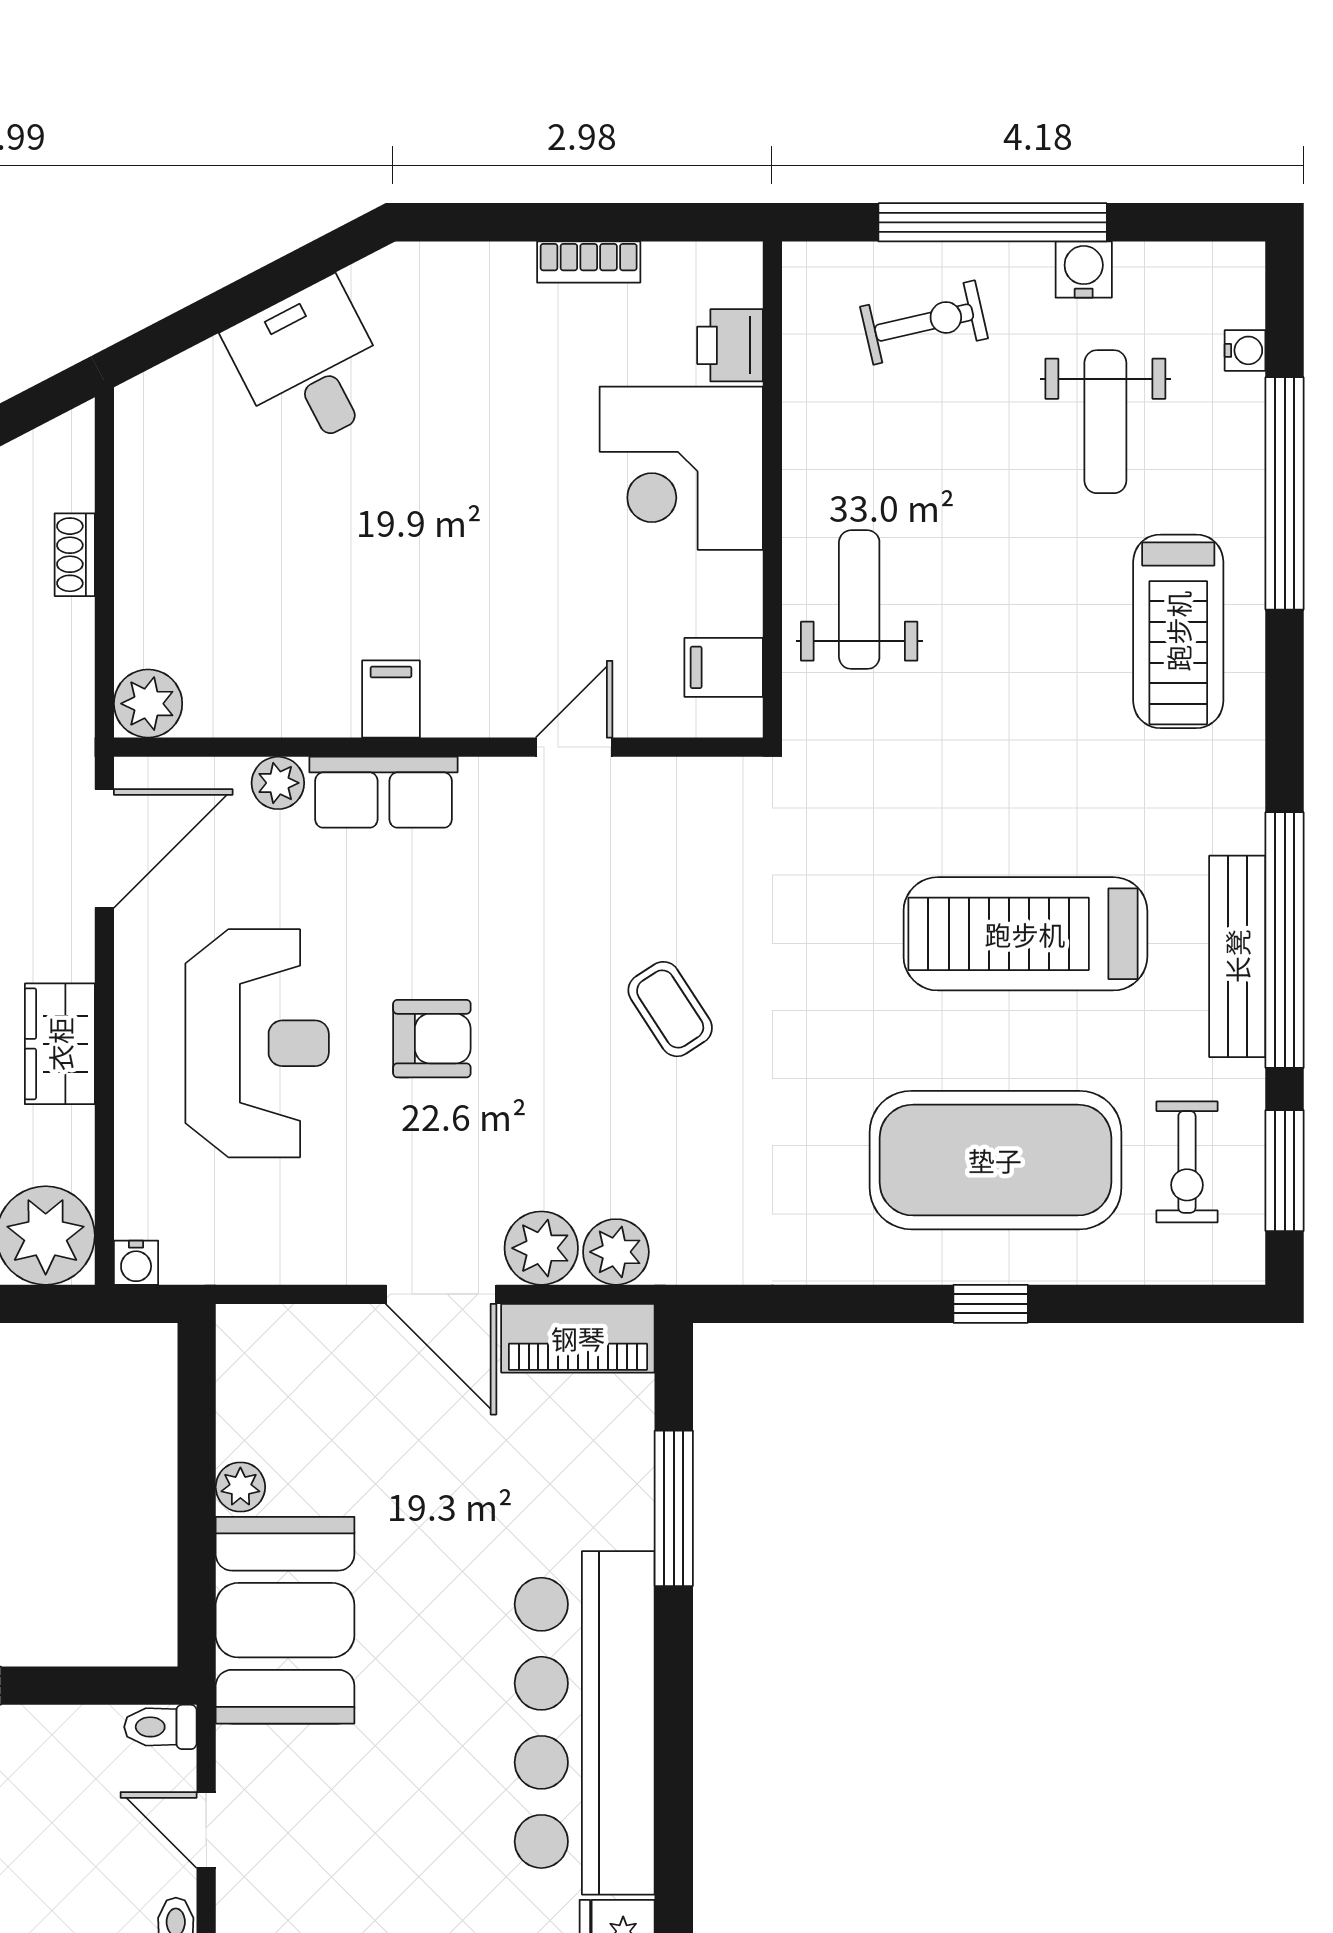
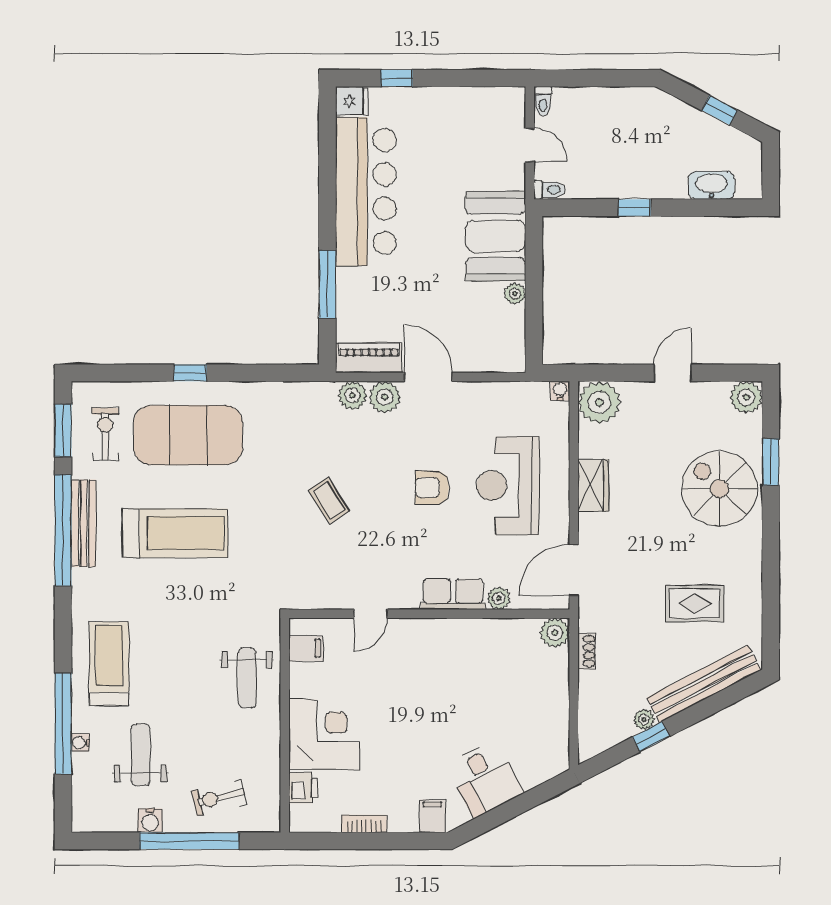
water cooler: (1245, 350) -> (80, 743), moved
shoe rack: (75, 555) -> (587, 651), moved
filing cabinet: (391, 699) -> (432, 816), moved, turned 180

